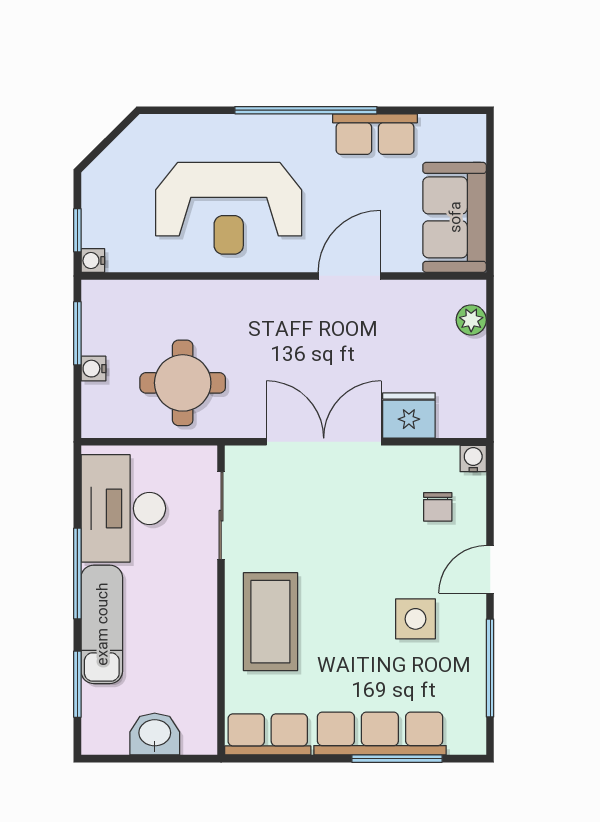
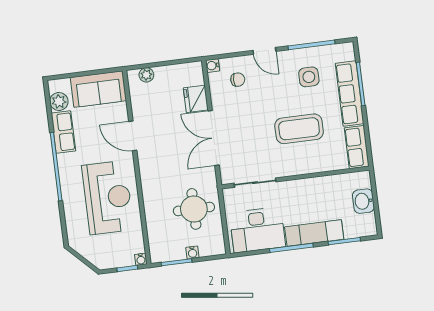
plant: (439, 133) -> (59, 101), added
side table: (415, 619) -> (309, 77), moved
coffee table: (270, 622) -> (299, 129), moved

